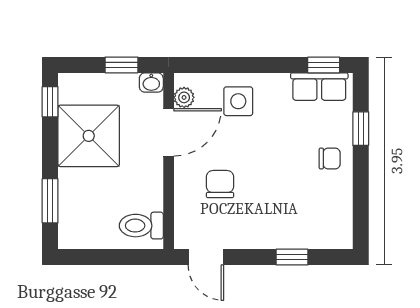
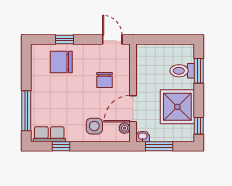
window: (121, 65) -> (159, 146), width x1.50
window: (324, 65) -> (61, 146), moved
window: (361, 129) -> (26, 111), width x2.17
chair: (330, 158) -> (61, 62), moved, width x1.87, depth x1.87
toilet: (141, 226) -> (182, 71), moved, turned 180

